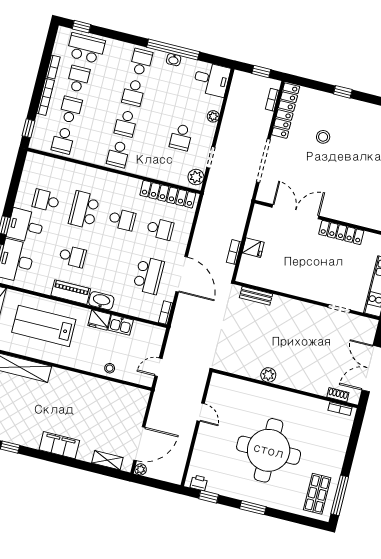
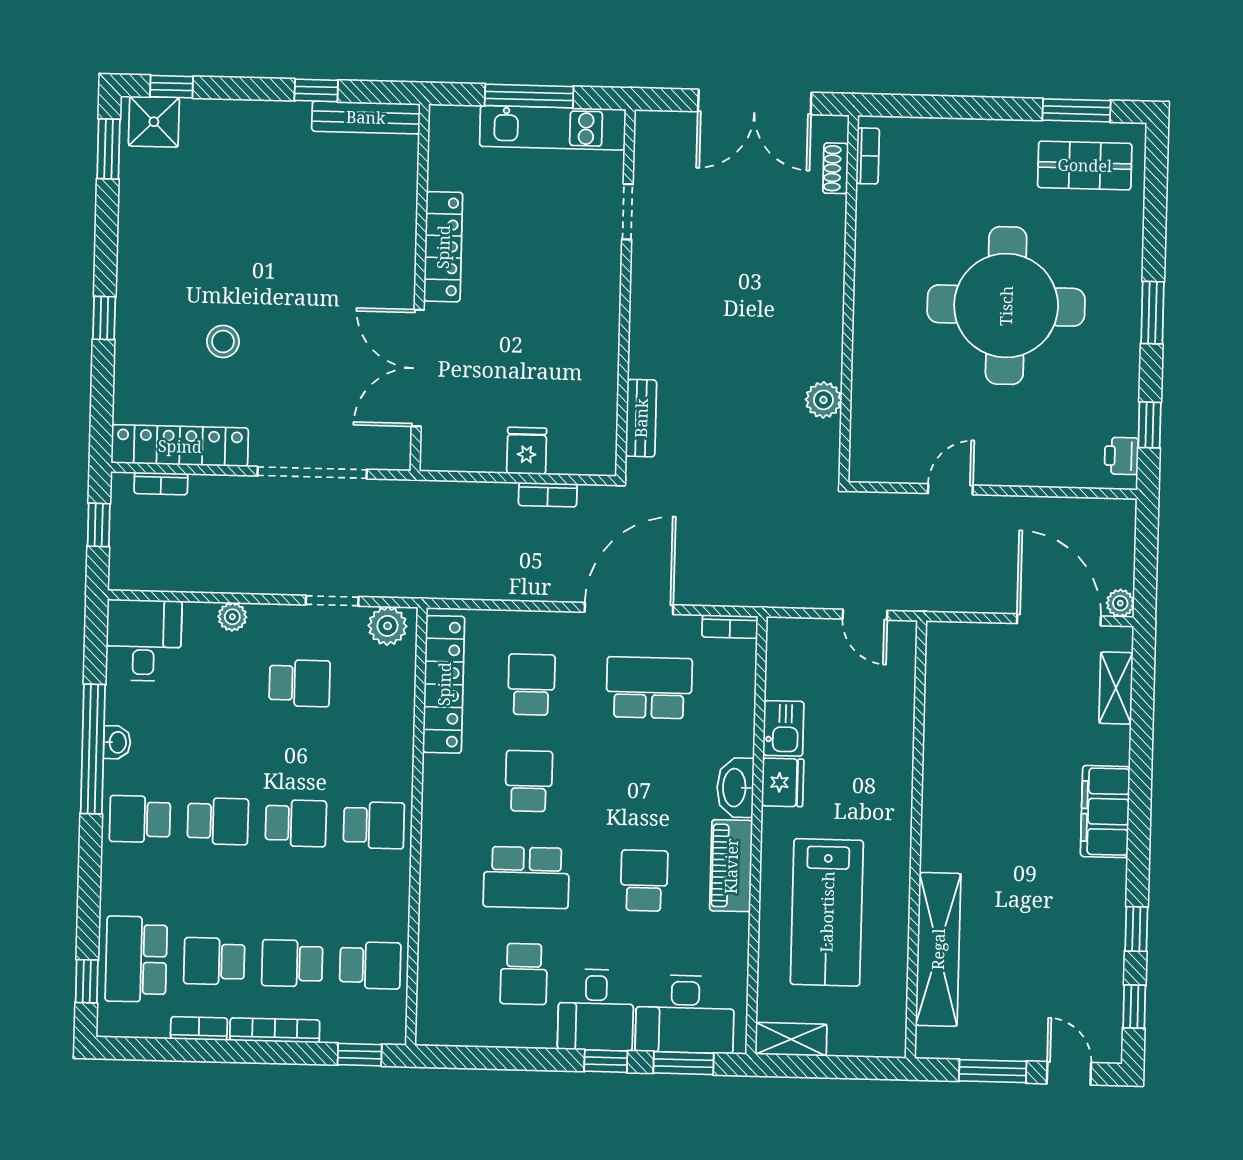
stool: (110, 368) -> (893, 732), removed
plant: (268, 375) -> (823, 400), moved
window: (340, 495) -> (1076, 110), width x0.69

